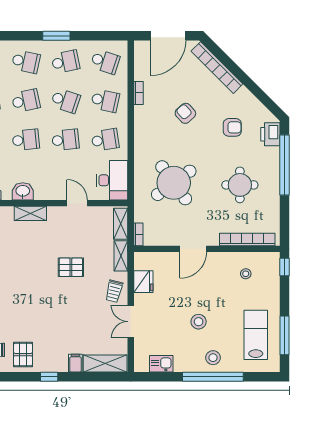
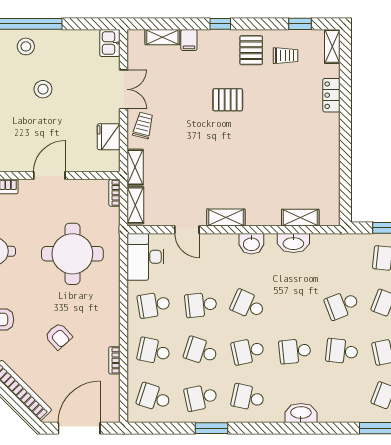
school desk: (26, 140) -> (248, 305), turned 30
round table: (174, 183) -> (72, 254), turned 36
shelving: (30, 213) -> (226, 217), moved
pallet: (71, 267) -> (228, 100), moved
shelving: (105, 363) -> (162, 37), width x0.67, depth x0.75
kitchen sink: (161, 364) -> (110, 43), moved, turned 90

